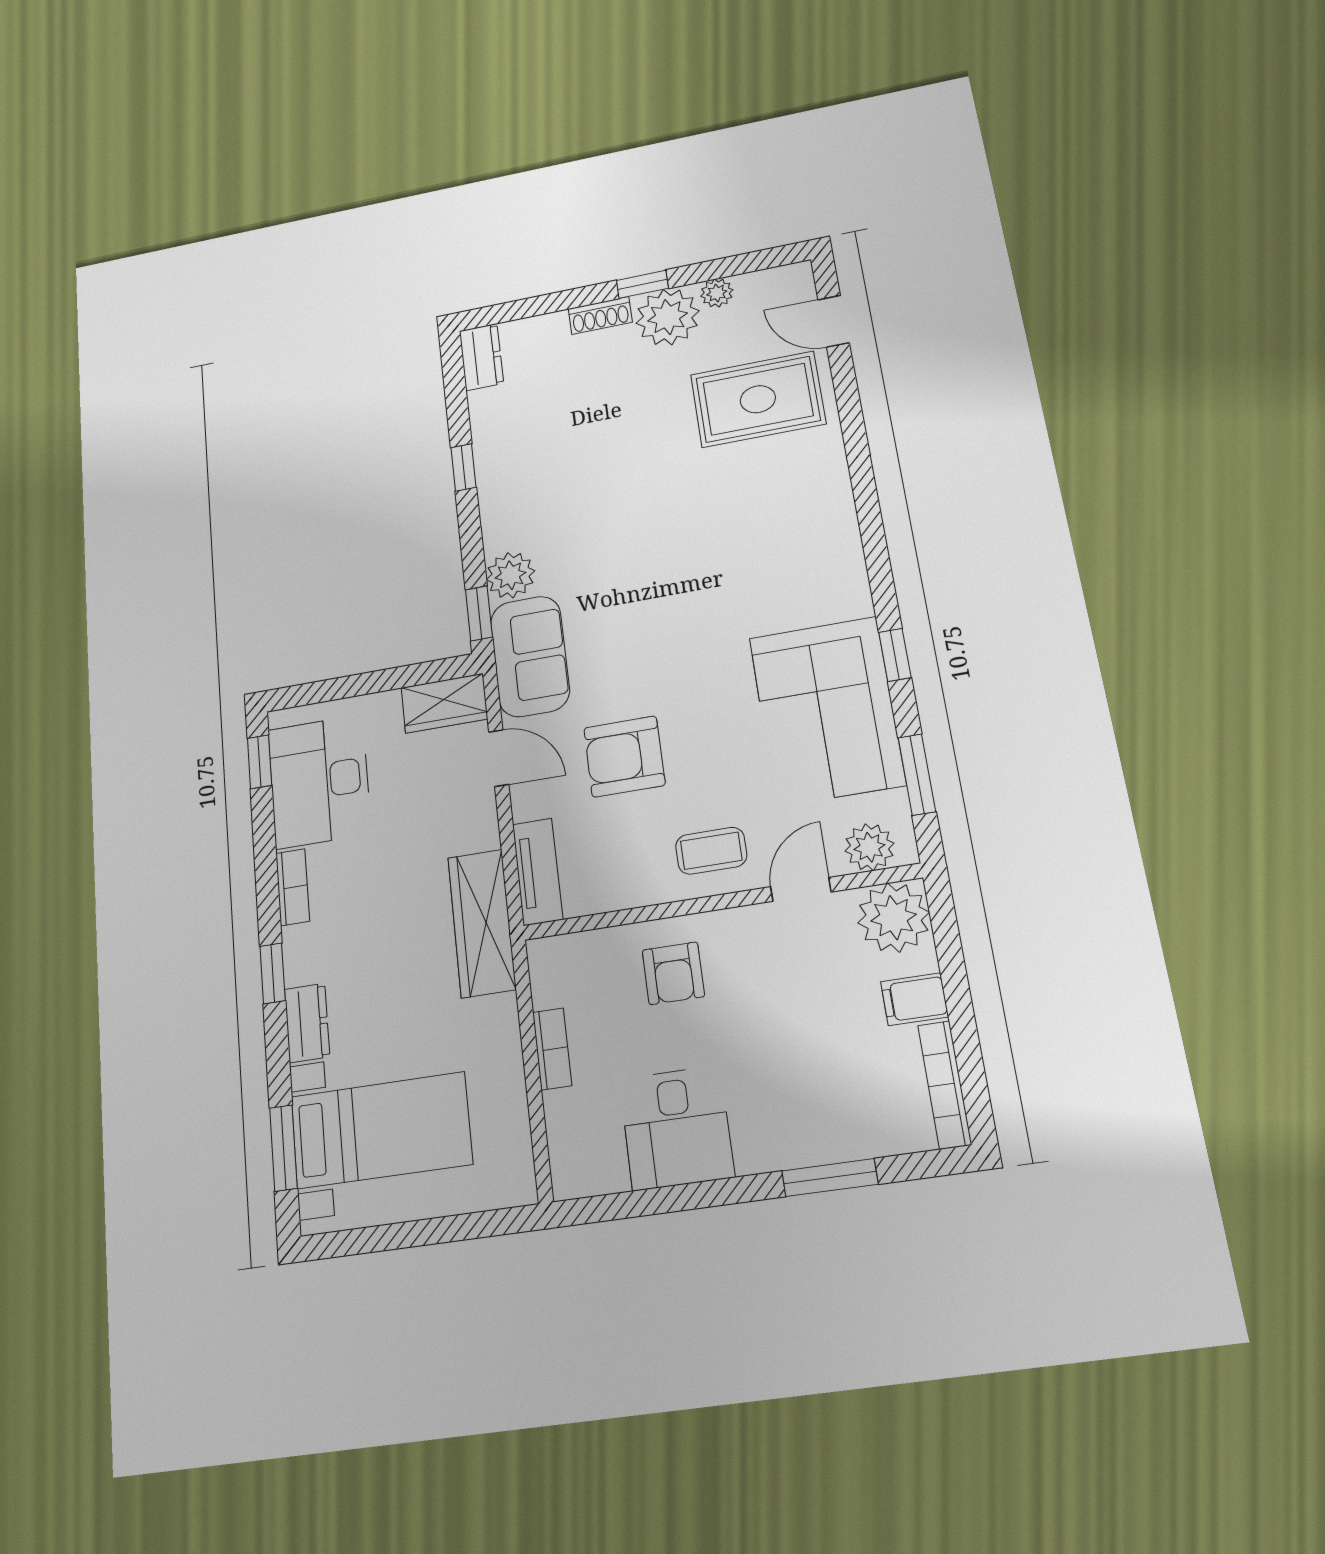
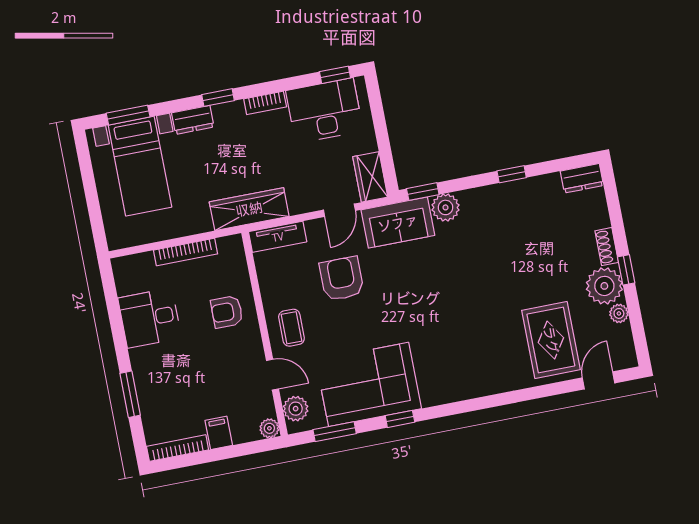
plant: (894, 918) -> (269, 428), width x0.53, depth x0.53
bookcase: (552, 1049) -> (186, 252), width x1.56

